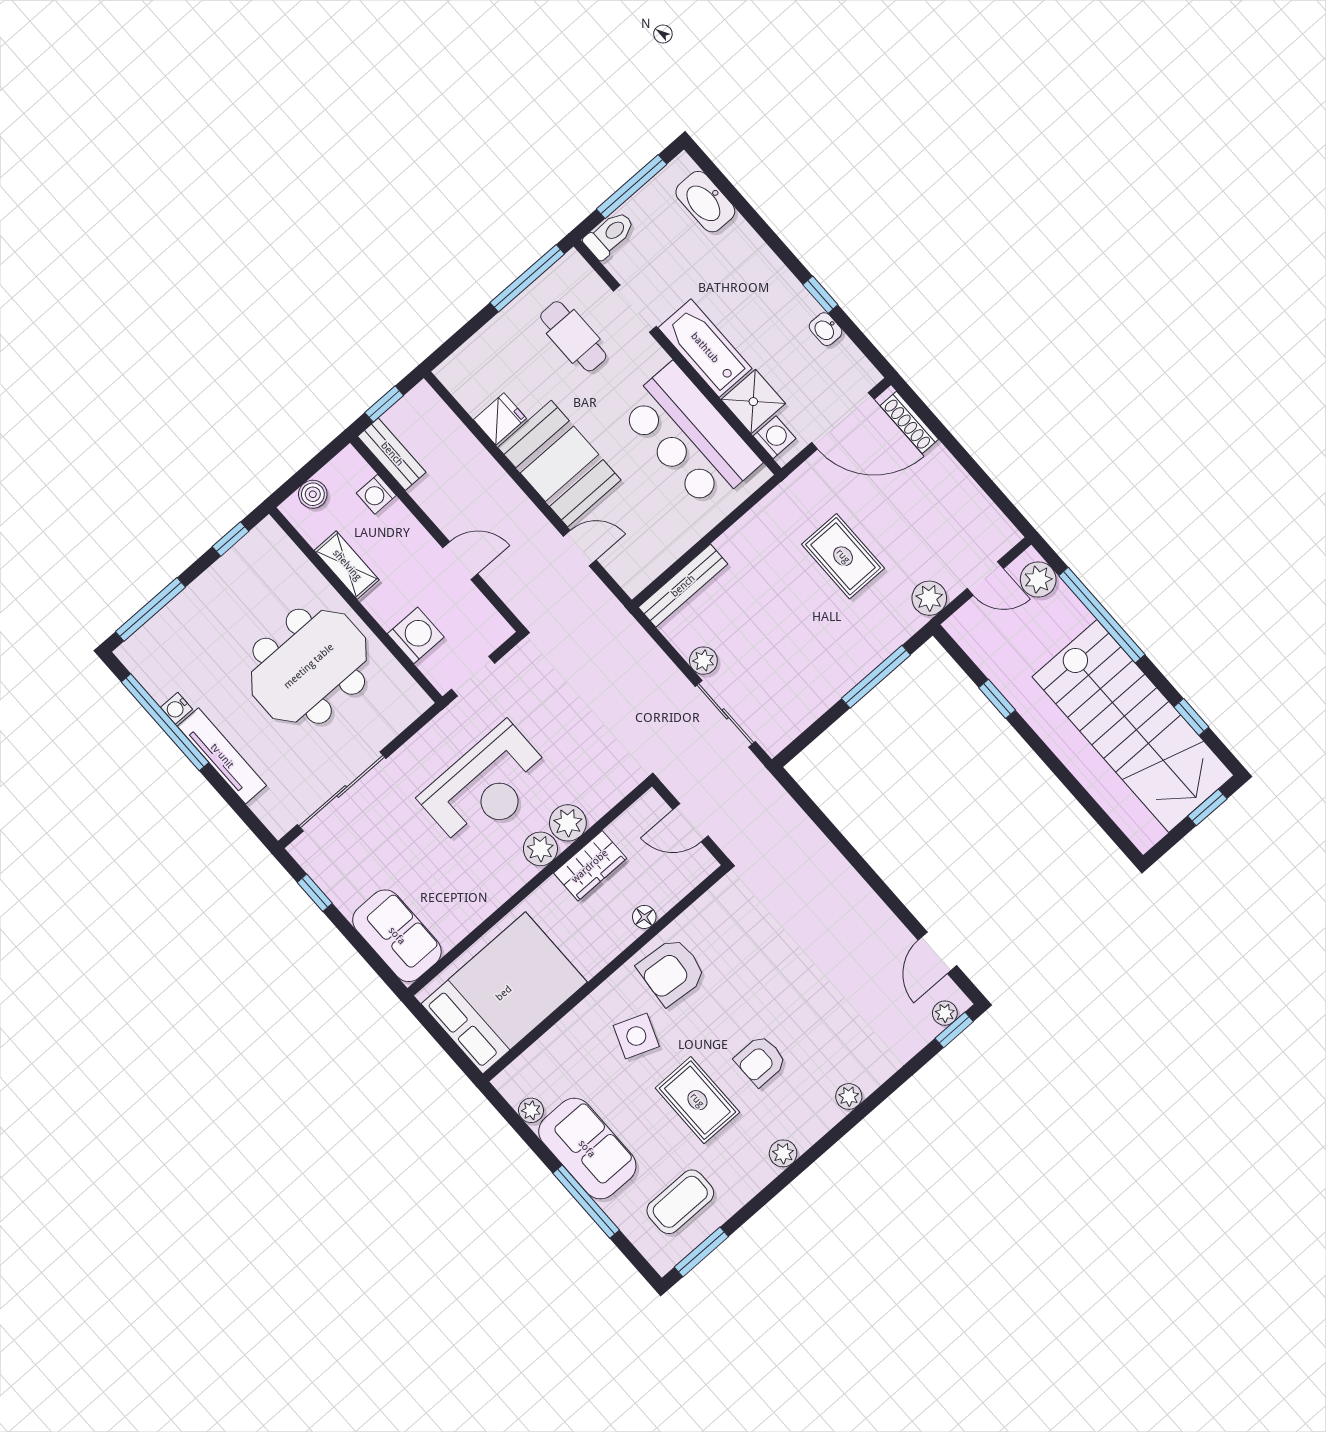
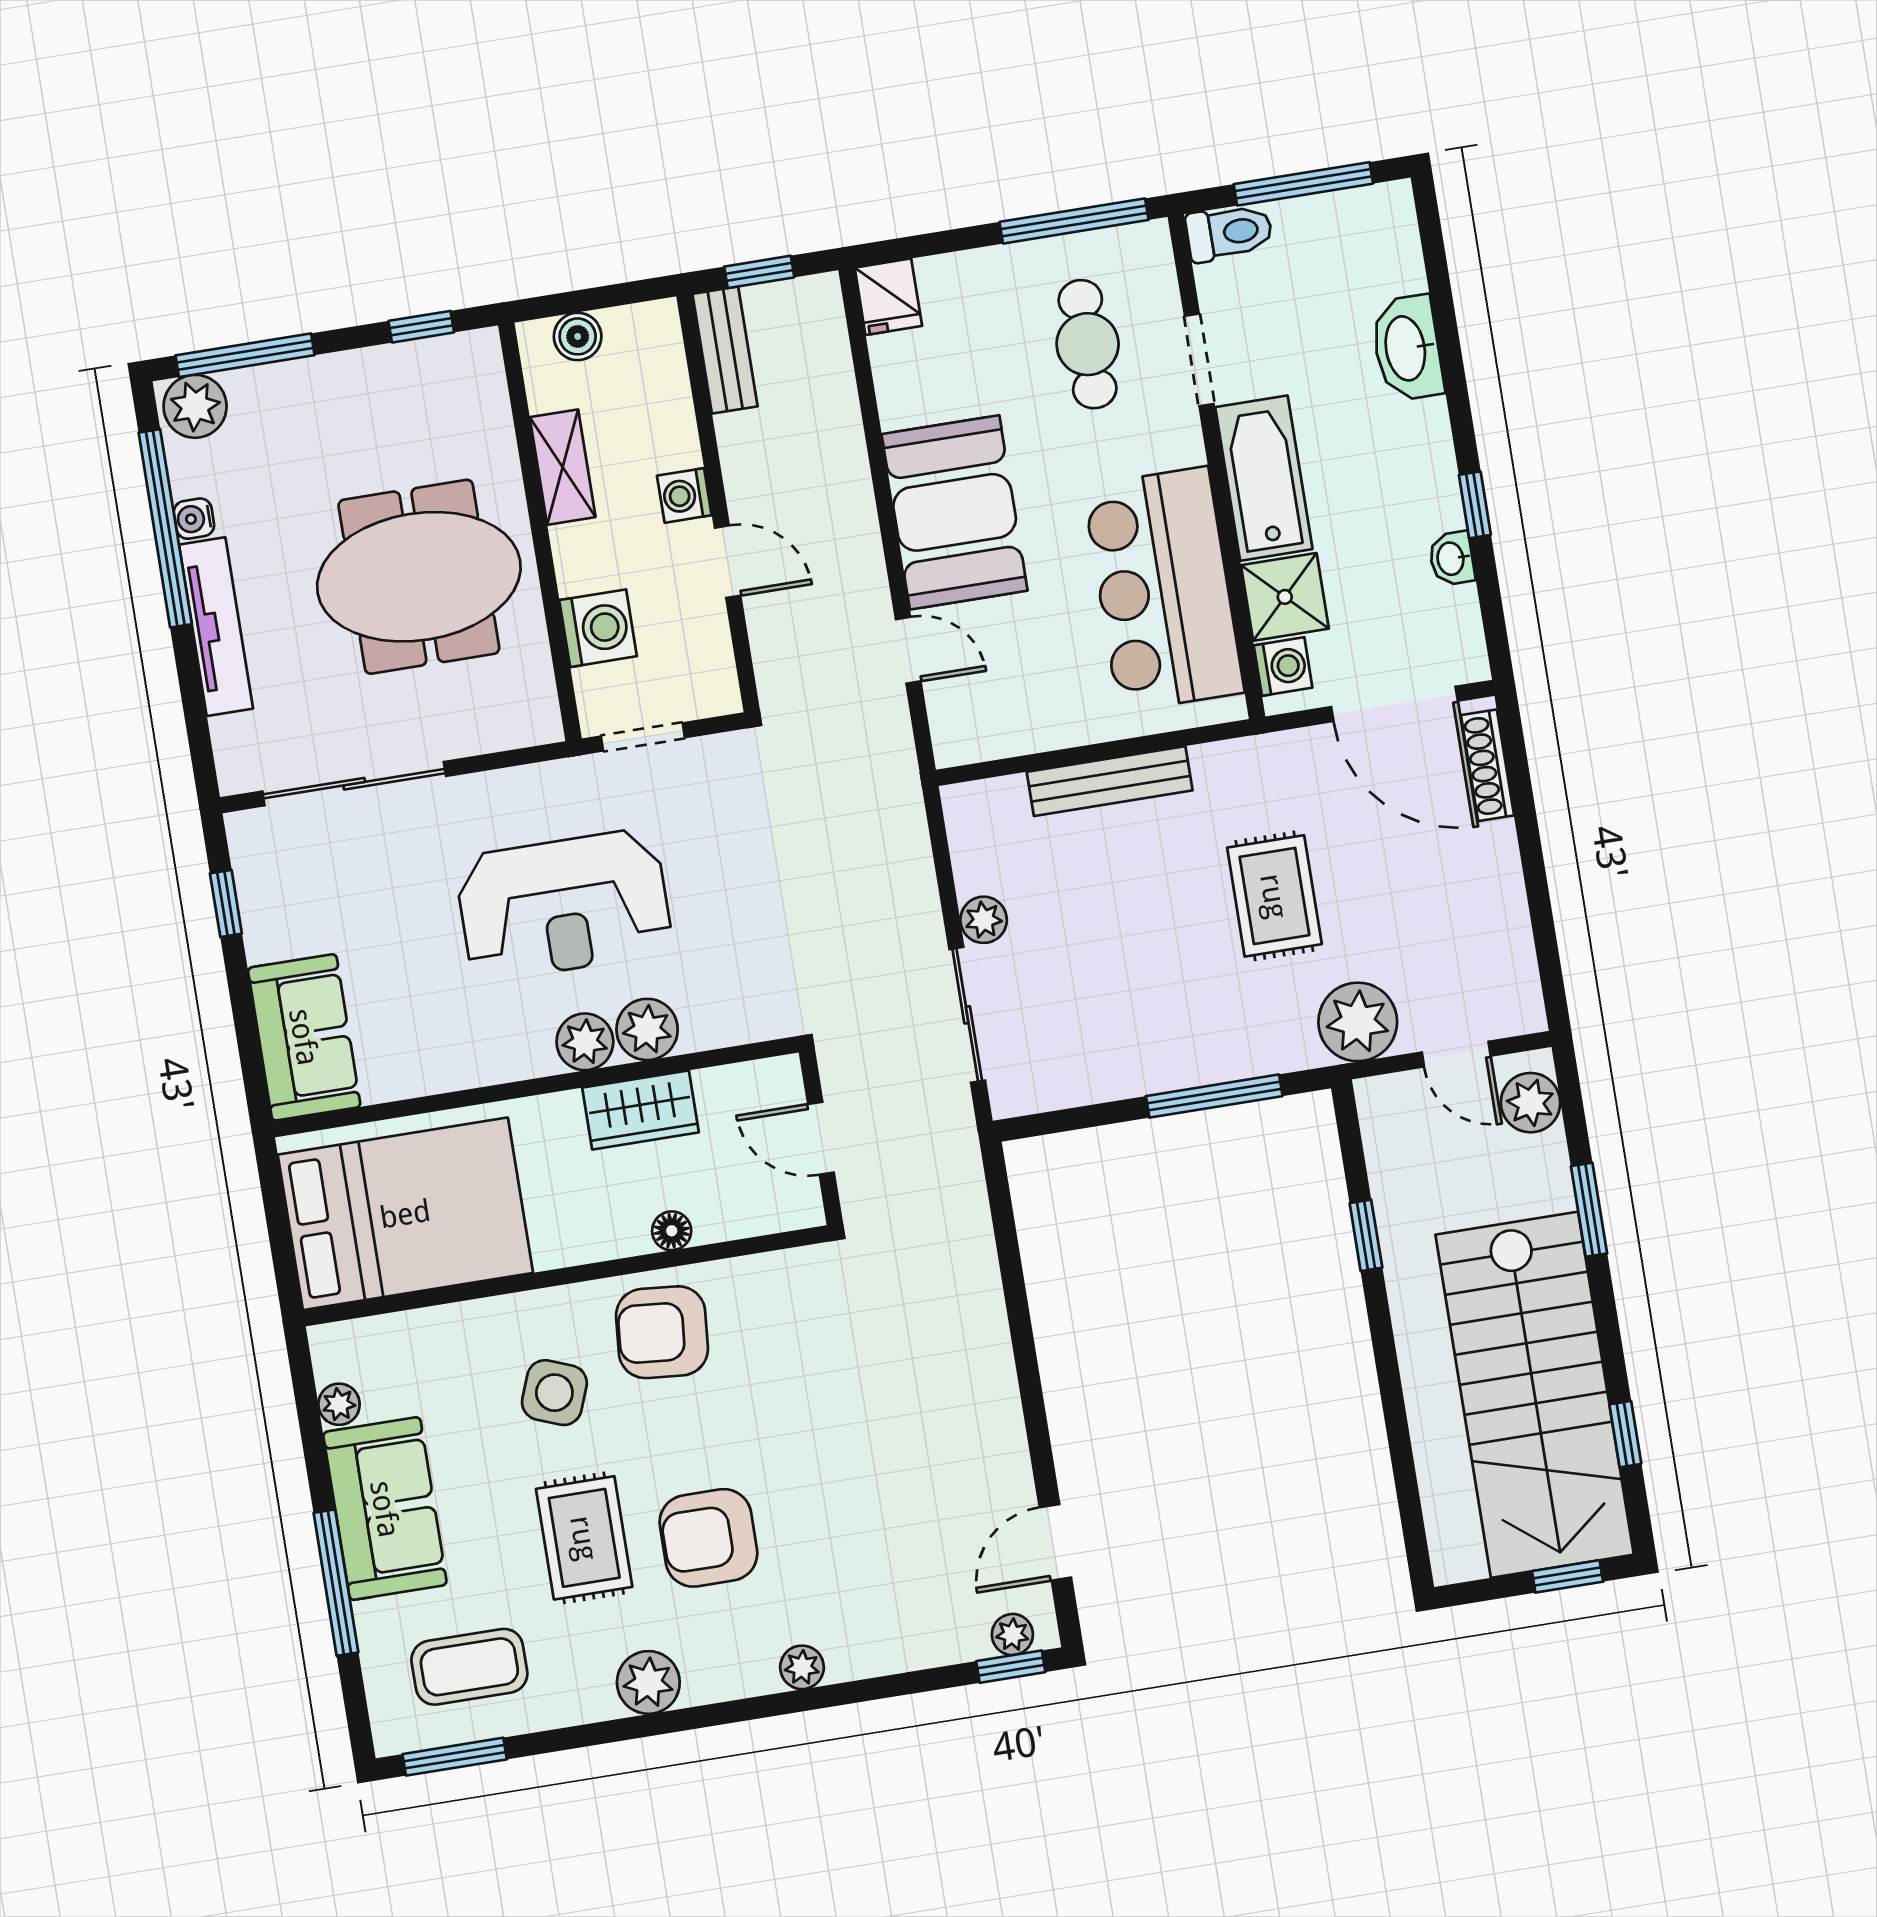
washbasin: (705, 202) -> (1407, 348), moved
fridge: (500, 419) -> (888, 297), moved, turned 90
washing machine: (376, 494) -> (684, 495), moved
bench: (683, 586) -> (1110, 781), moved
plant: (929, 598) -> (1358, 1022), width x1.36, depth x1.36
window: (1102, 615) -> (1589, 1210), width x0.47
plant: (141, 651) -> (195, 406), added
armchair: (760, 1061) -> (708, 1538), width x1.38, depth x1.38
plant: (783, 1153) -> (648, 1682), width x1.38, depth x1.38

